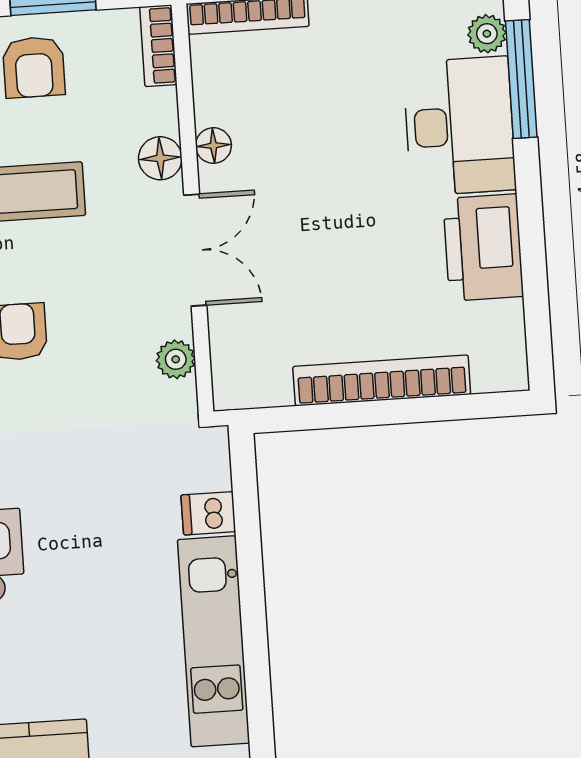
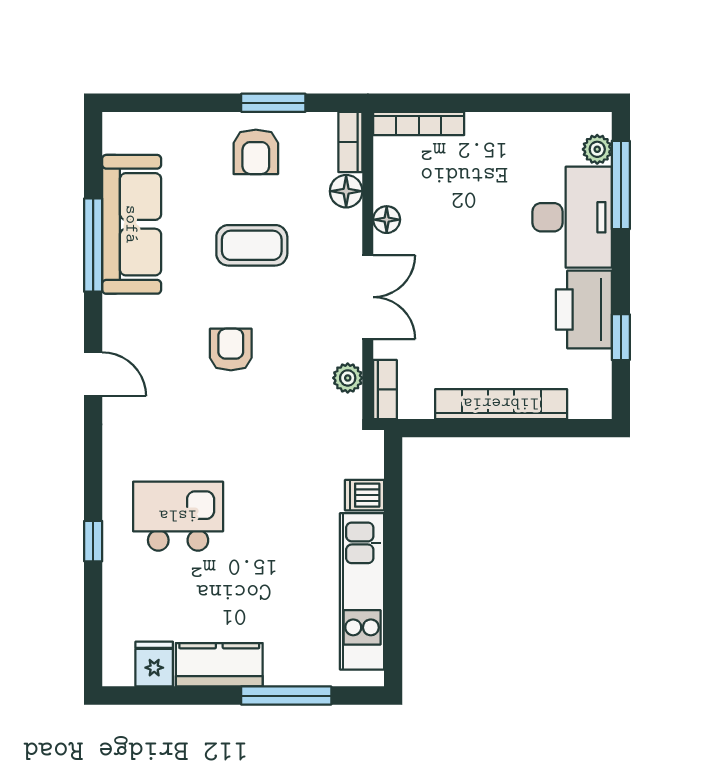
floor lamp: (160, 158) -> (346, 191), moved
window: (535, 281) -> (621, 337), added
bookcase: (226, 371) -> (385, 389), added

